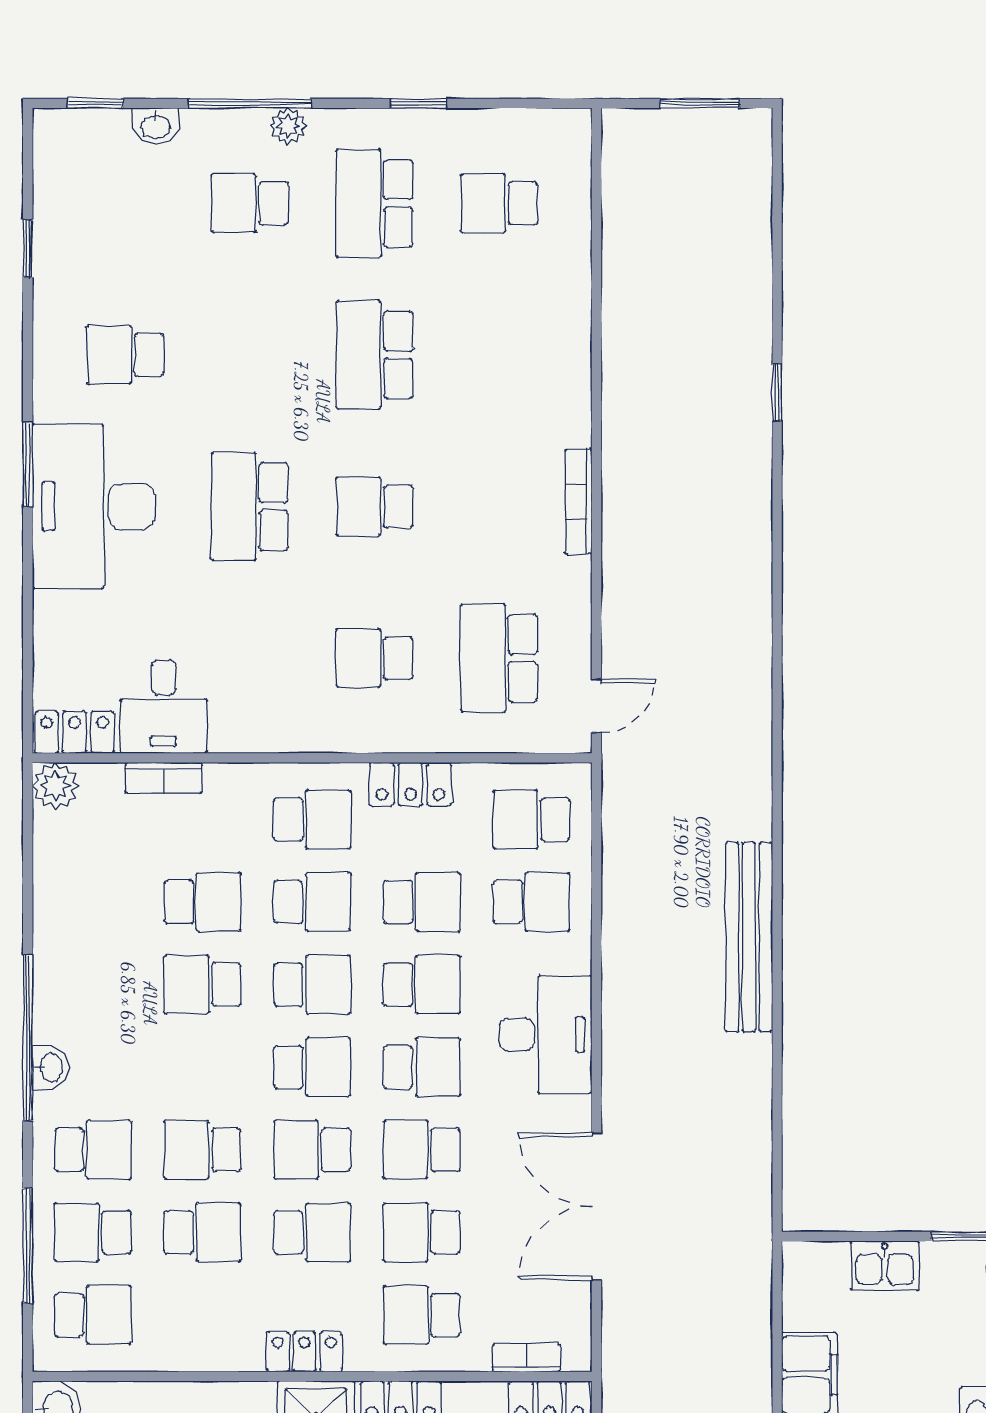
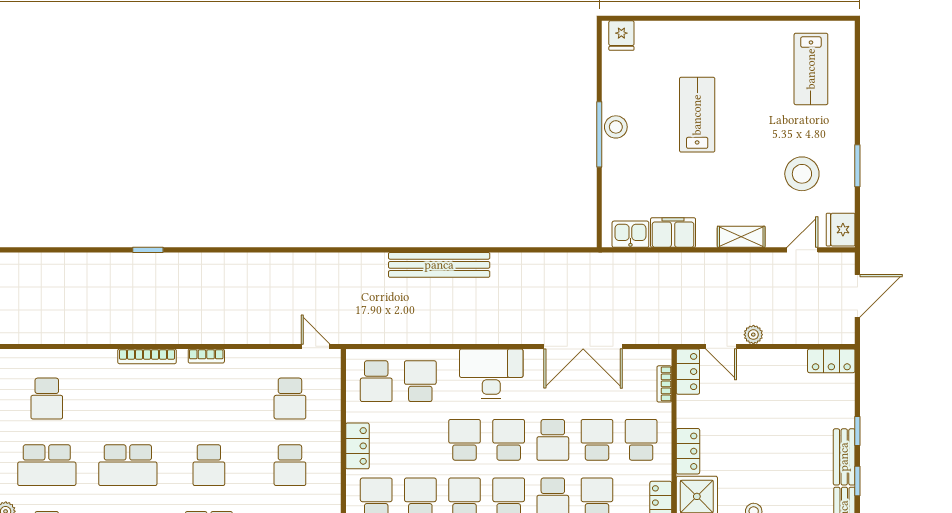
bookcase: (578, 391) -> (147, 356), added
bookcase: (579, 502) -> (206, 356), width x0.64
school desk: (499, 658) -> (290, 399), width x0.54
school desk: (422, 902) -> (420, 440), removed
school desk: (422, 1232) -> (597, 440), turned 180
kitchen sink: (885, 1266) -> (630, 234), moved, turned -90
school desk: (422, 1315) -> (641, 440), turned 180

